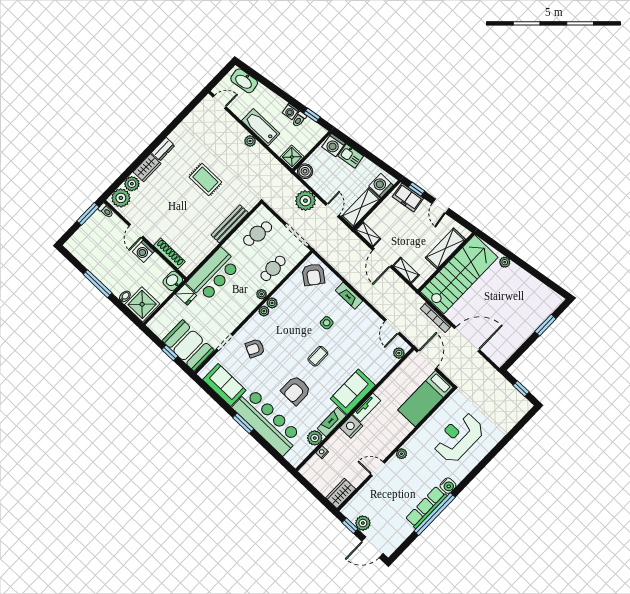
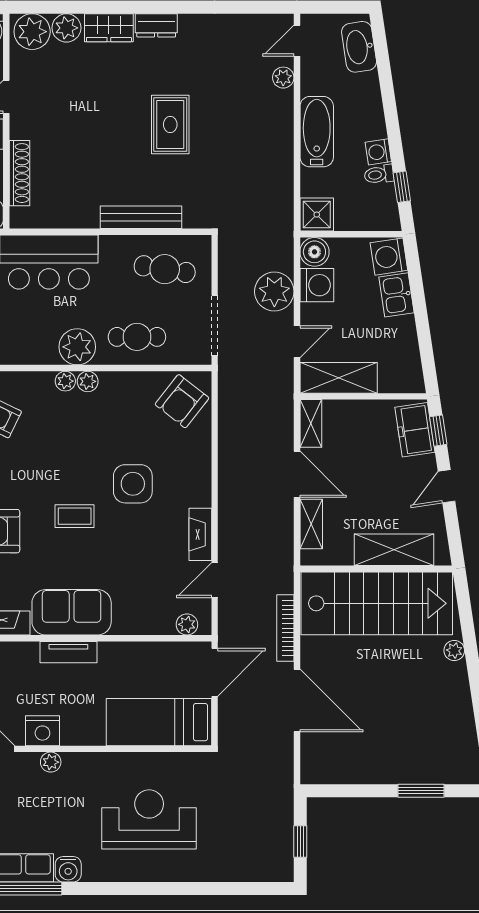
door: (219, 102) -> (297, 41), swing flipped
plant: (250, 141) -> (283, 78), moved
washing machine: (381, 186) -> (317, 285), moved, turned 90
door: (382, 258) -> (297, 474), swing flipped
plant: (262, 294) -> (77, 347), width x1.88, depth x1.88
fireplace: (349, 296) -> (200, 534), moved
side table: (327, 323) -> (133, 484), width x1.87, depth x1.87
nightstand: (351, 427) -> (42, 731), moved, turned 180

